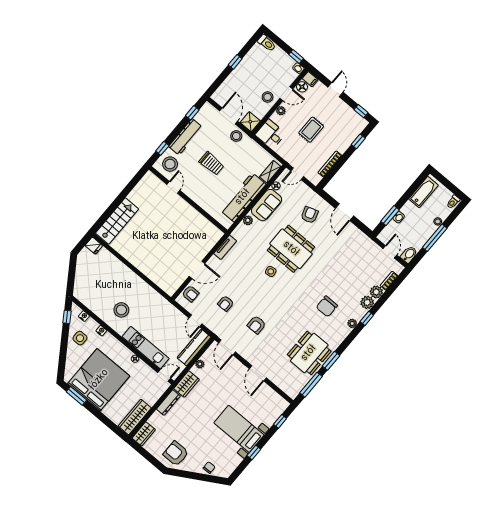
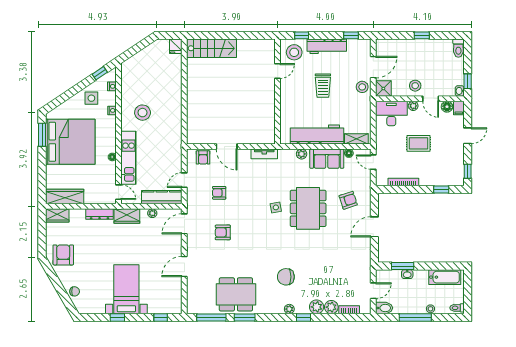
desk: (270, 134) -> (391, 113), width x1.37

